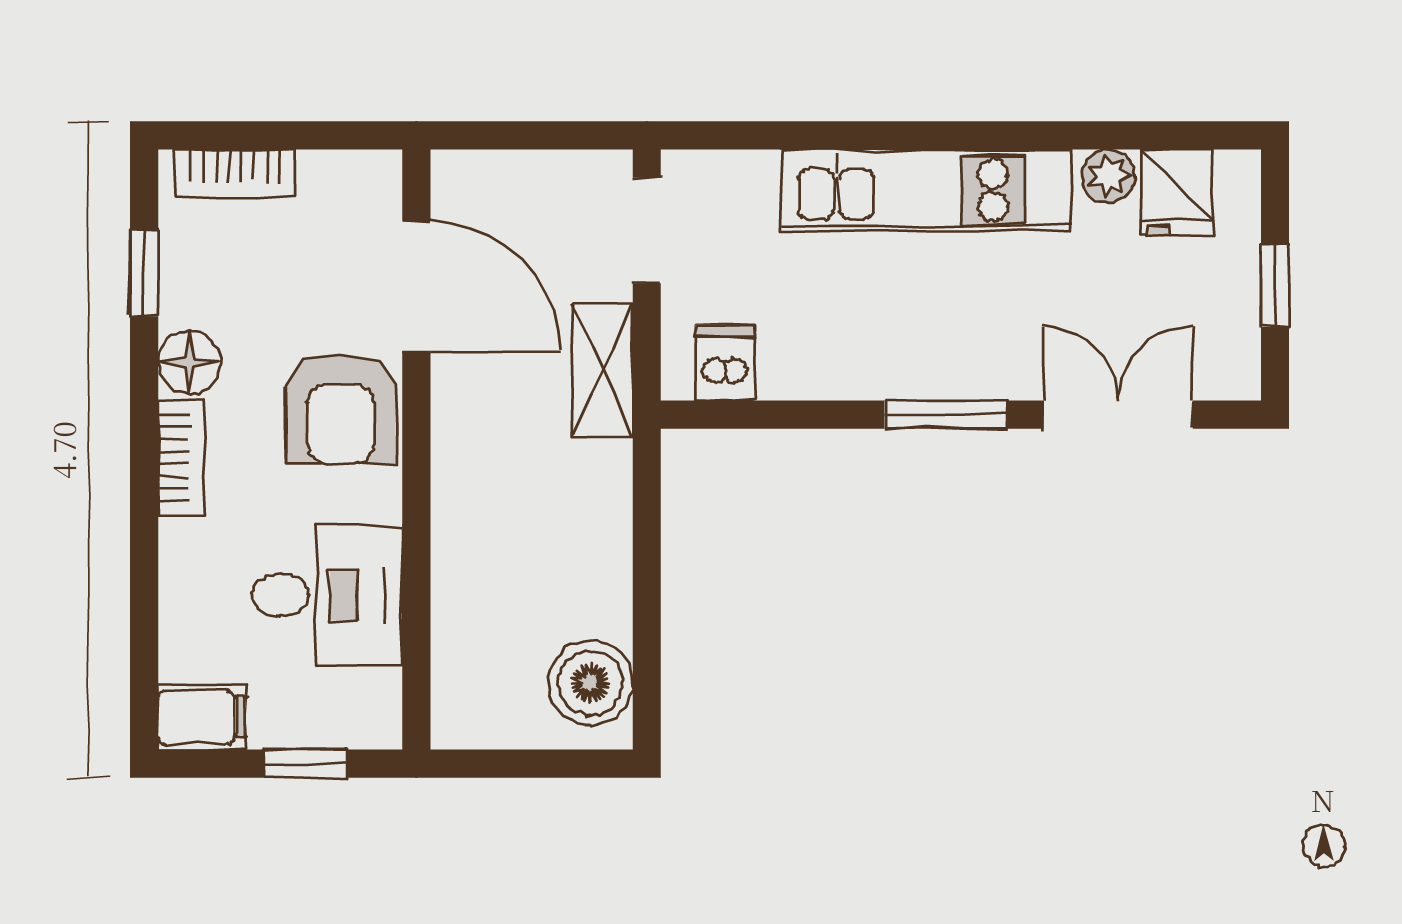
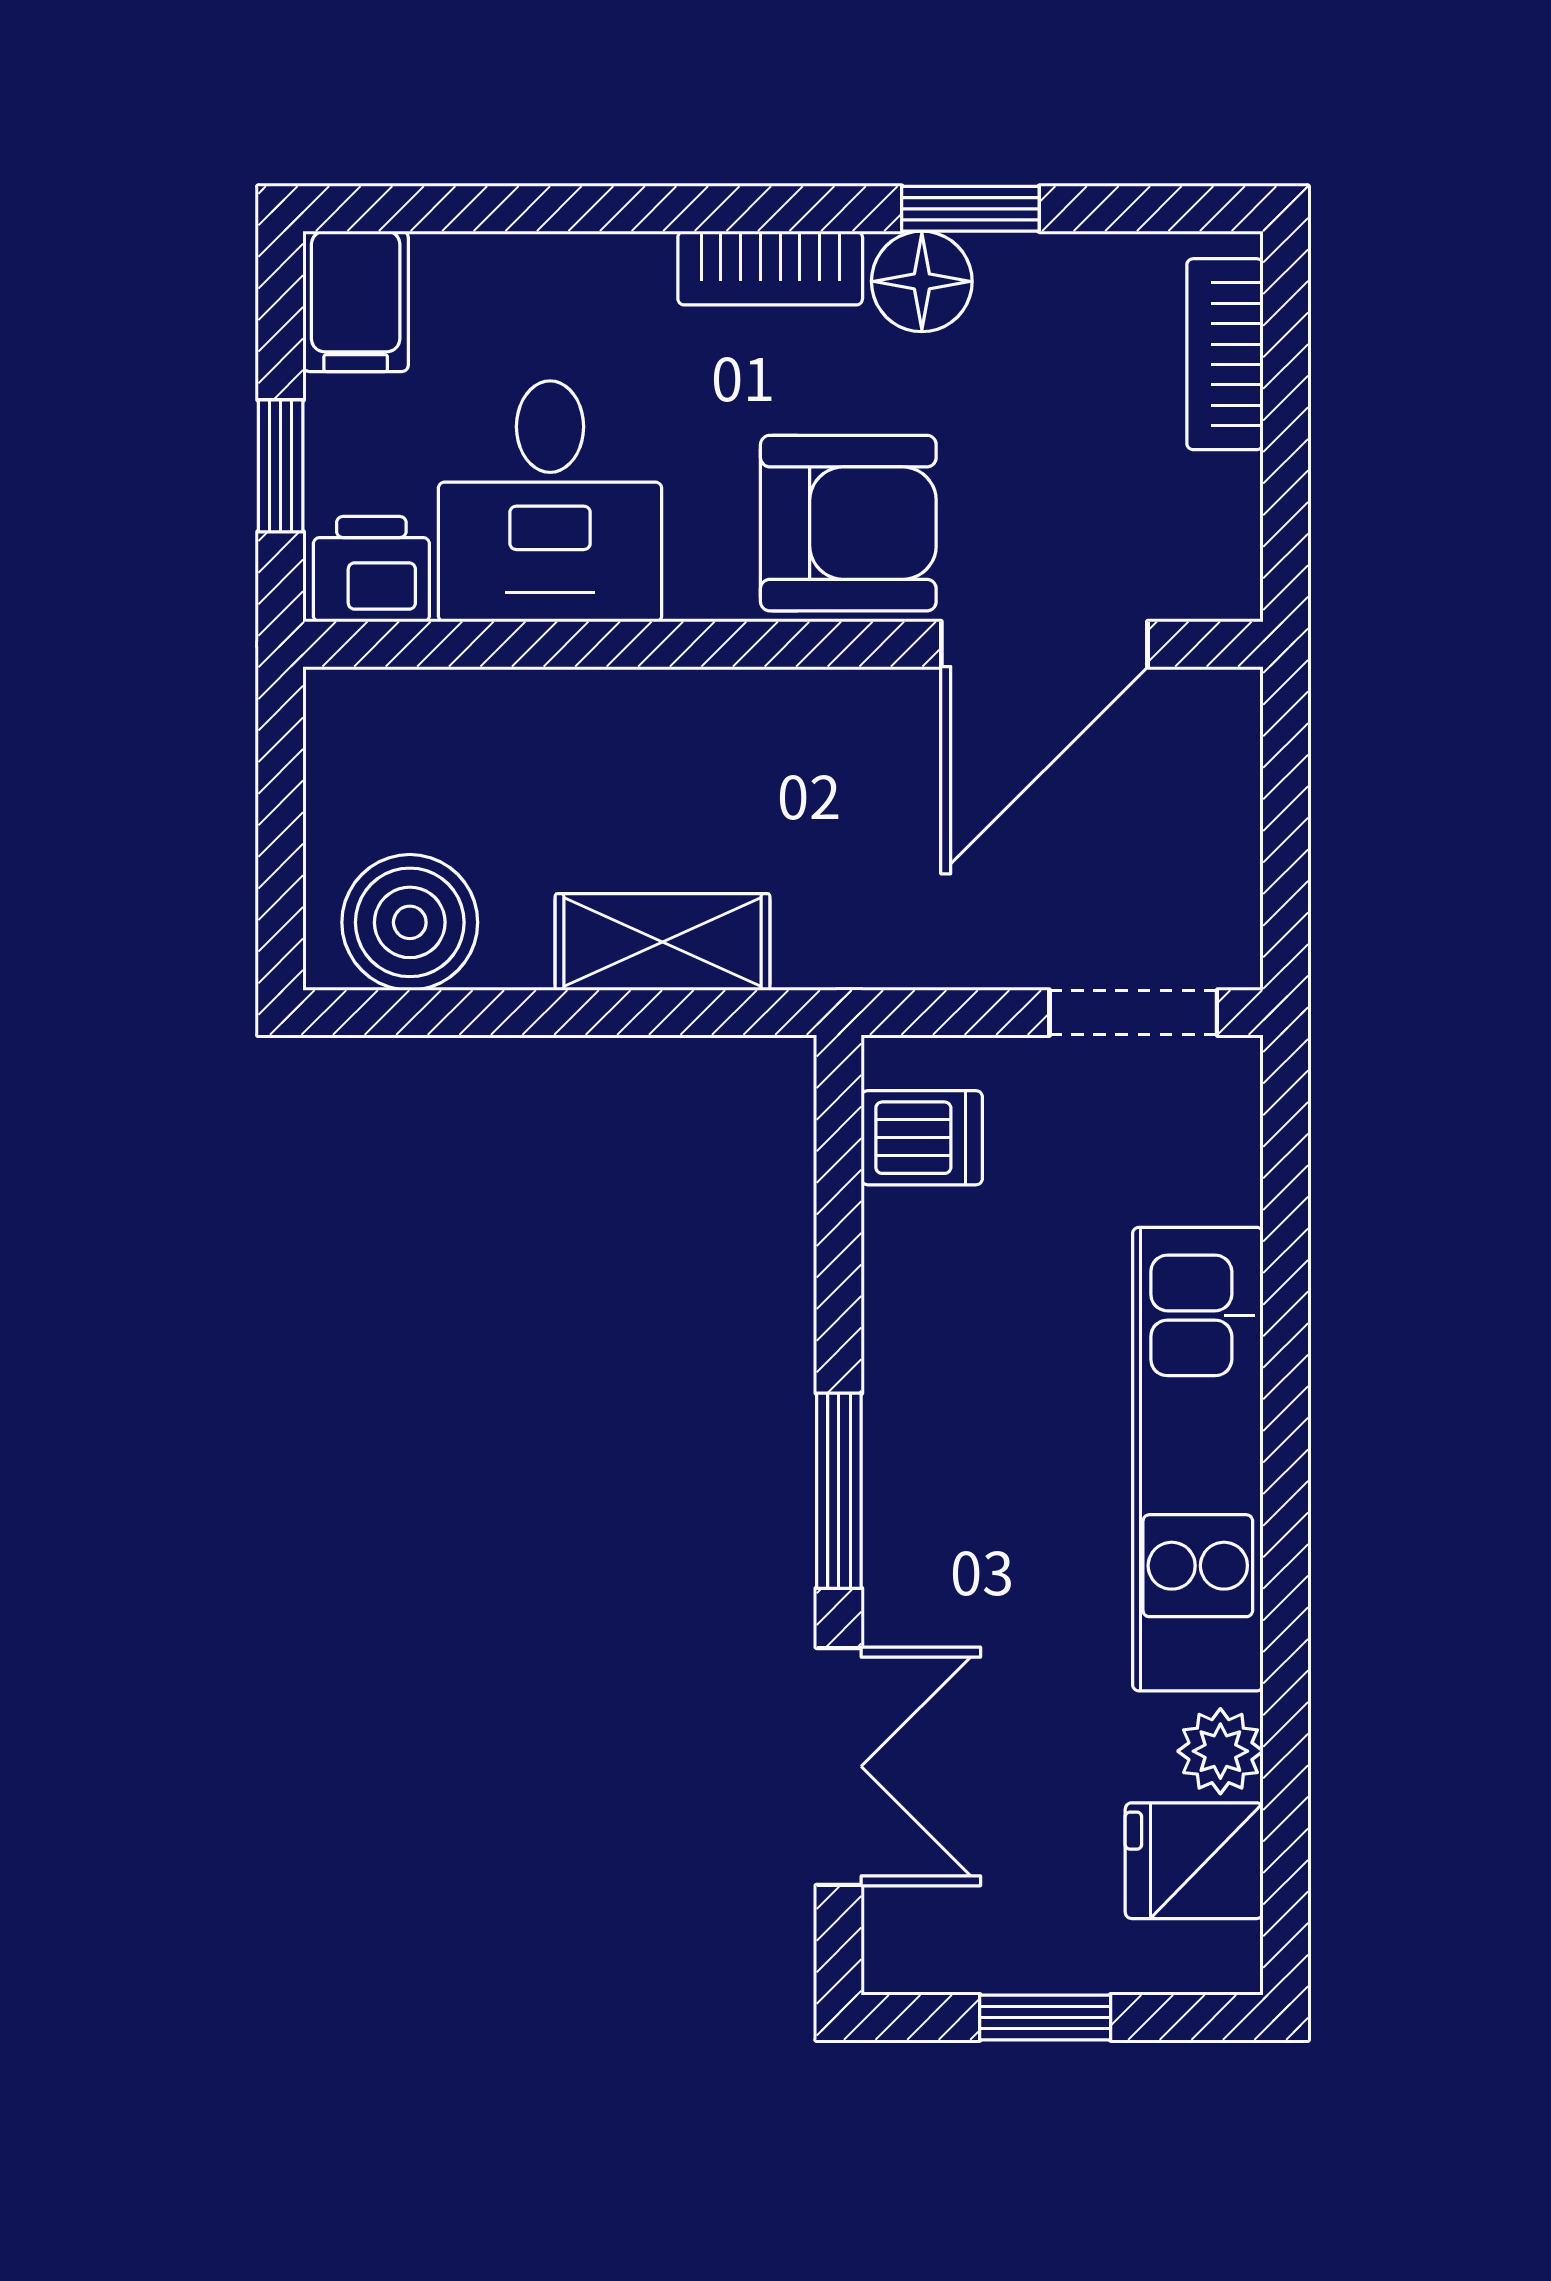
window: (144, 273) -> (970, 209), moved
shelving: (603, 370) -> (662, 942), moved
armchair: (341, 409) -> (848, 523), turned 180
printer: (369, 707) -> (371, 569), added

